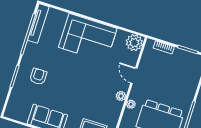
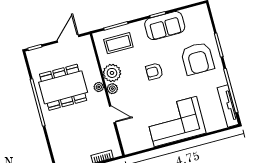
plant: (134, 43) -> (112, 73), moved
armchair: (38, 76) -> (197, 59), width x1.88, depth x1.88
armchair: (79, 88) -> (154, 71), added

